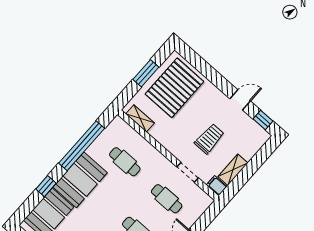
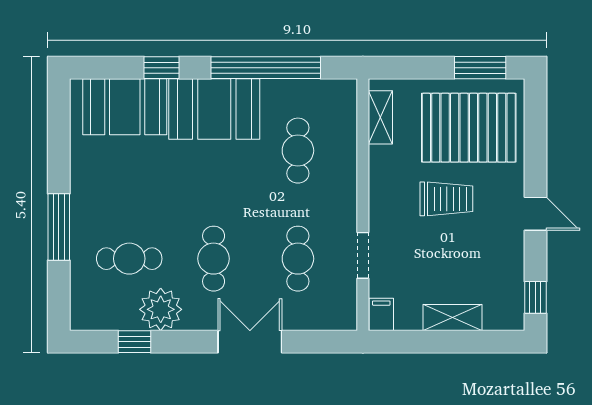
window: (146, 73) -> (480, 68), moved
door: (240, 100) -> (535, 214), moved
trolley: (209, 139) -> (446, 199), moved
shelving: (233, 170) -> (453, 317), moved

